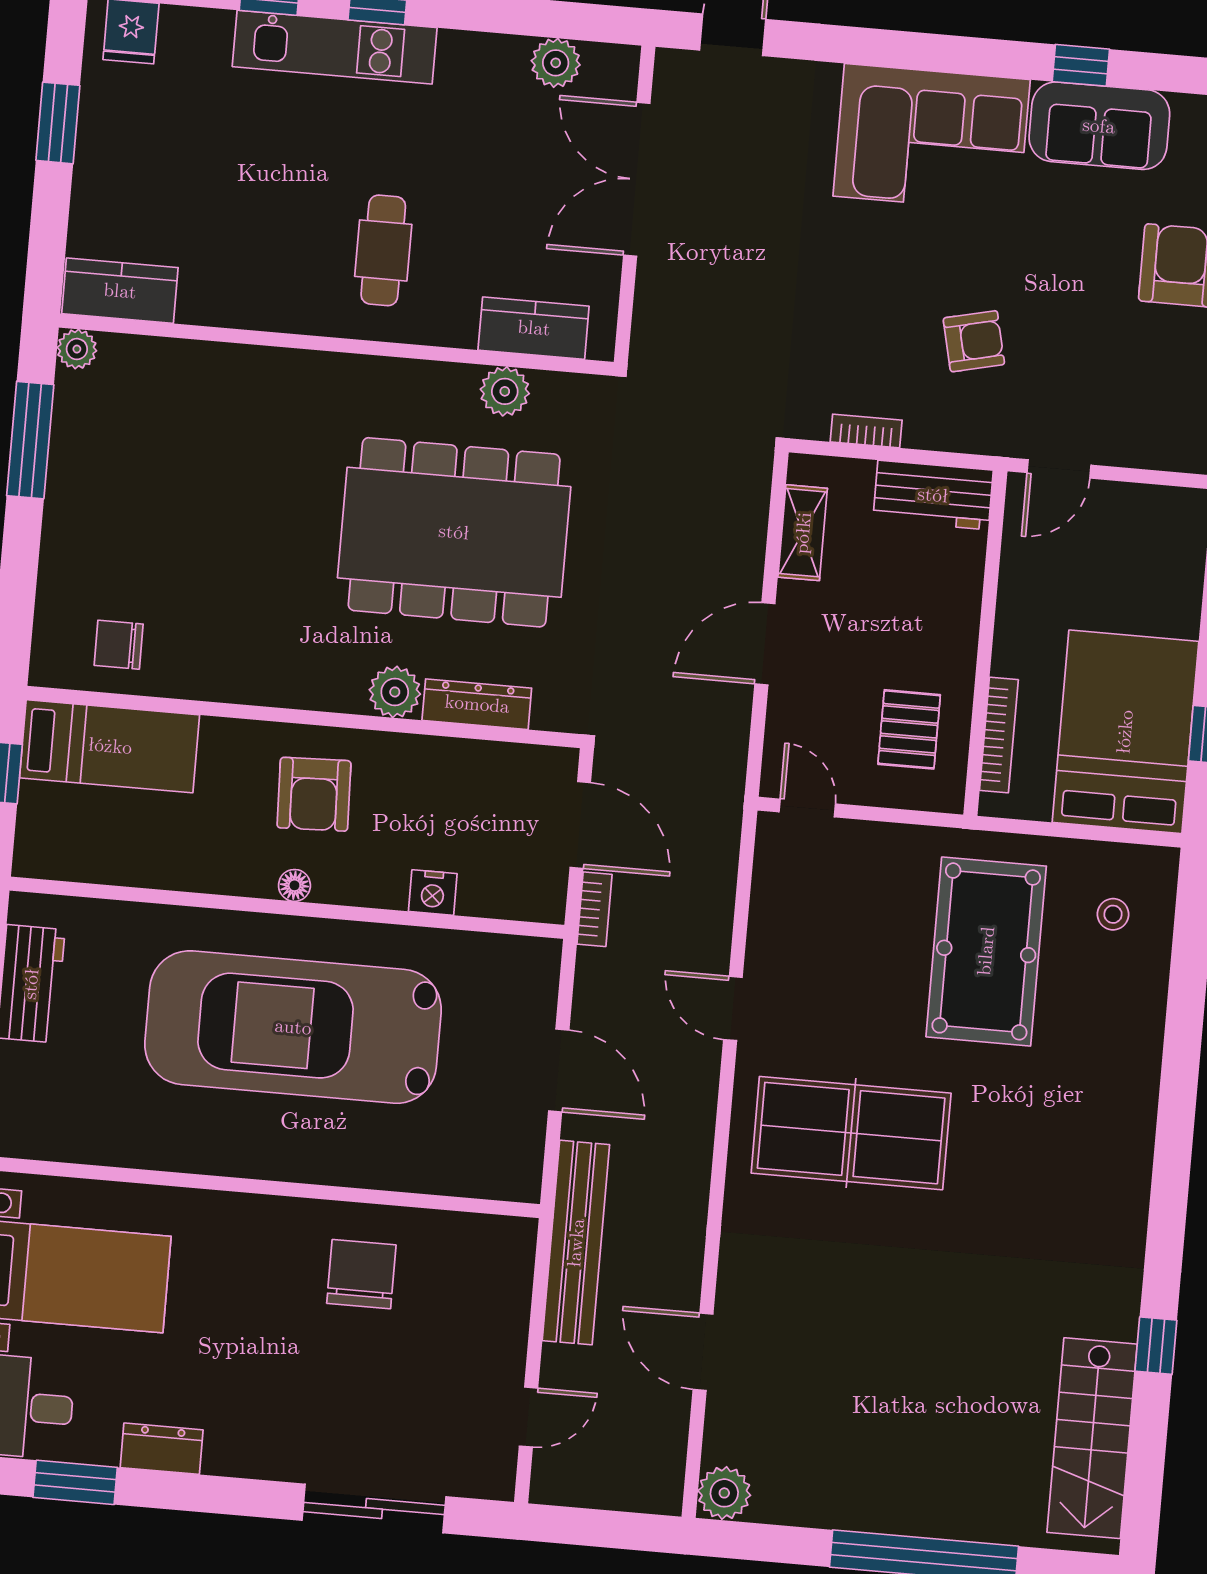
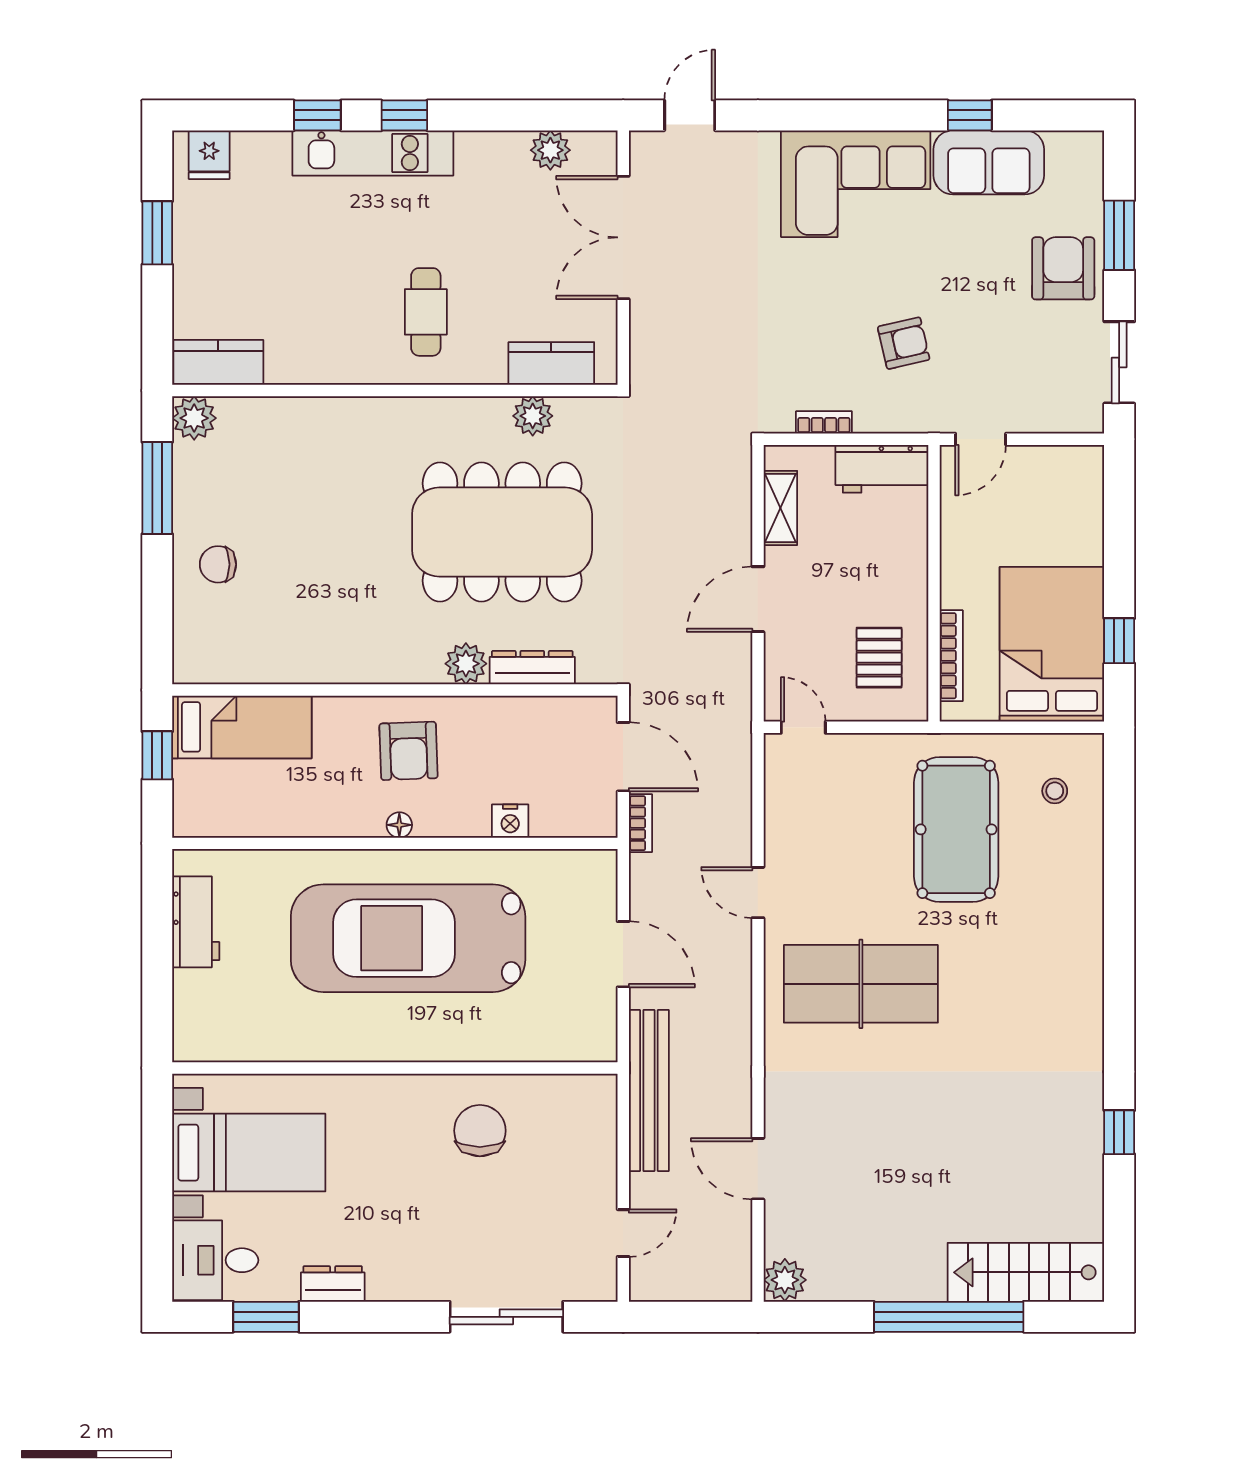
plant: (77, 349) -> (194, 418), width x1.38, depth x1.38
chair: (119, 645) -> (218, 564), moved
stairs: (1092, 1438) -> (1026, 1272), moved, turned 90

